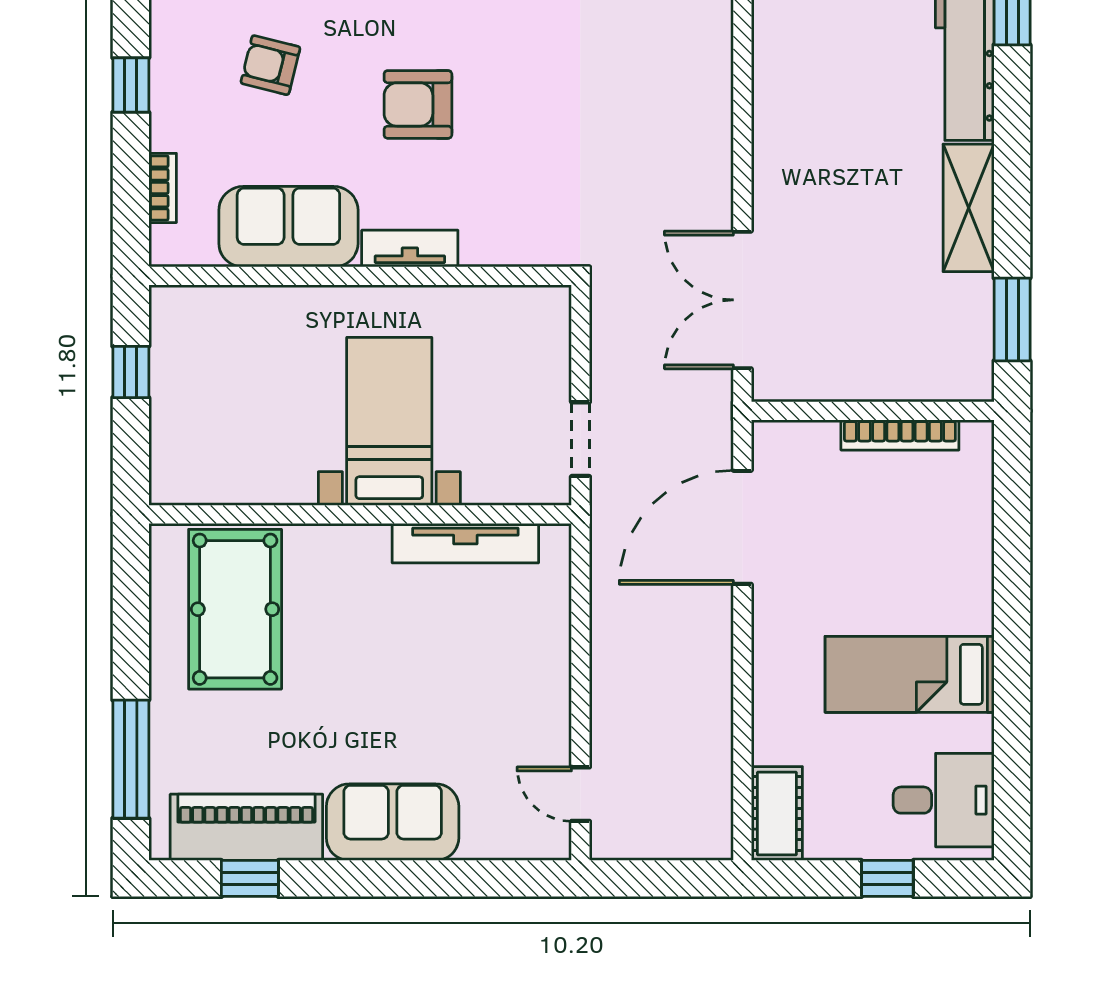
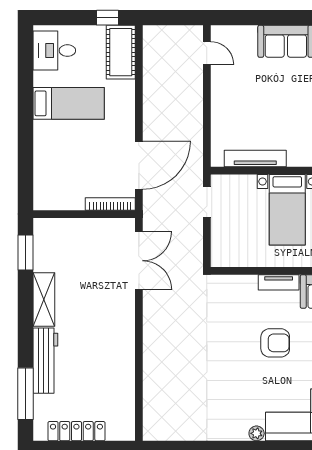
bookcase: (900, 435) -> (110, 204), moved
cot: (777, 813) -> (121, 52), width x1.37, depth x1.34
window: (887, 878) -> (108, 18), moved

